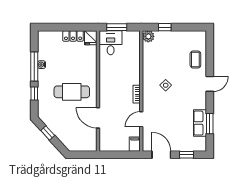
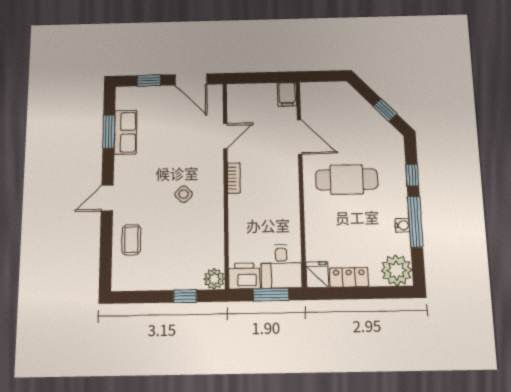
printer: (131, 38) -> (244, 276), added
plant: (46, 39) -> (396, 270), added
filing cabinet: (135, 144) -> (287, 94), moved

